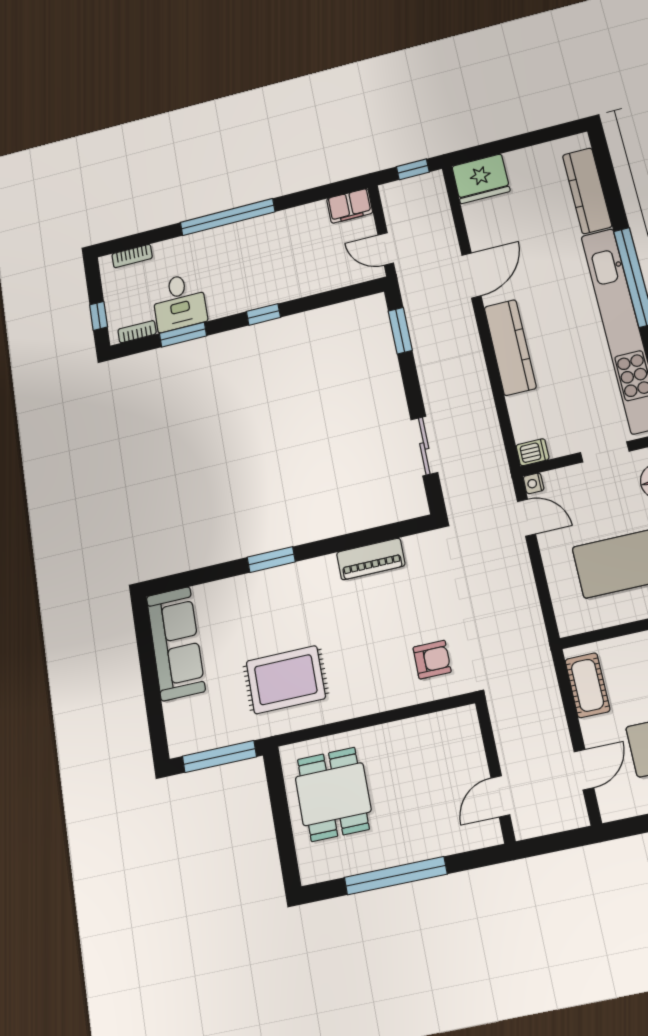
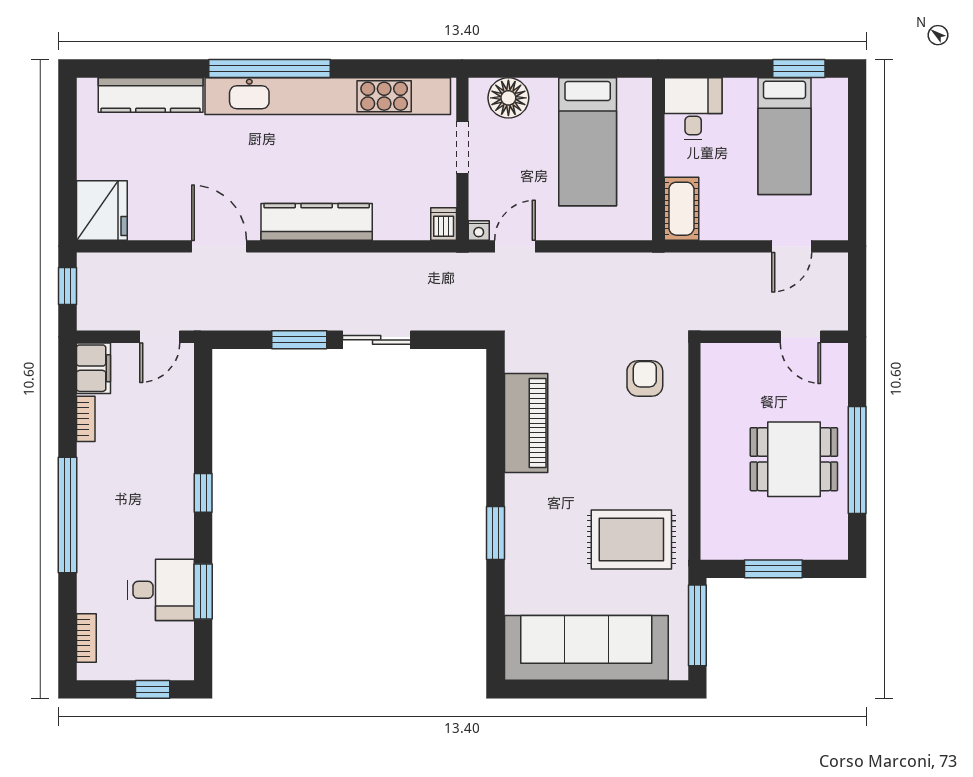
window: (400, 331) -> (299, 340), moved
bookcase: (137, 332) -> (86, 419), moved, turned 180
sliding door: (424, 446) -> (377, 340), moved
piano: (371, 559) -> (526, 423), width x1.37, depth x1.33
sofa: (176, 643) -> (586, 648), width x1.36, depth x1.27
rug: (286, 680) -> (631, 539), turned 90
cot: (587, 685) -> (681, 209), moved, turned 90
door: (584, 770) -> (792, 246), swing flipped
dining table: (333, 794) -> (794, 459), moved
window: (281, 816) -> (773, 569), added

